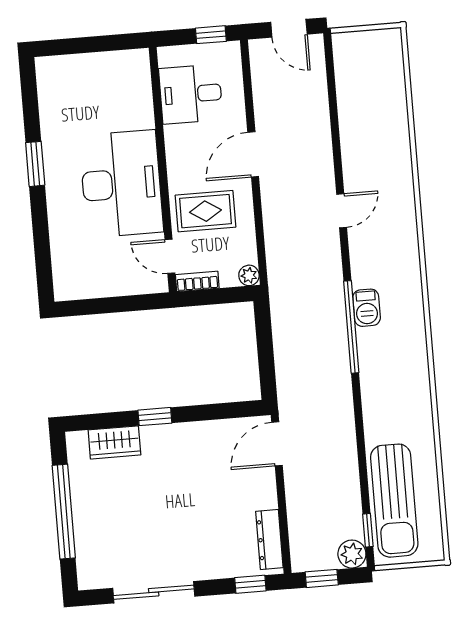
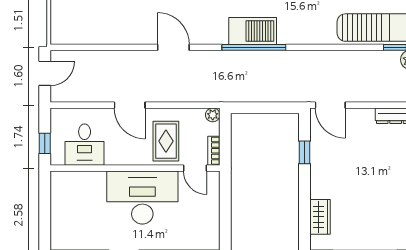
window: (211, 35) -> (45, 143), moved
door: (342, 211) -> (173, 47), width x1.38
door: (170, 256) -> (195, 168), hinge flipped
barbecue: (367, 308) -> (253, 31), width x1.88, depth x1.53
window: (155, 417) -> (305, 152), moved

